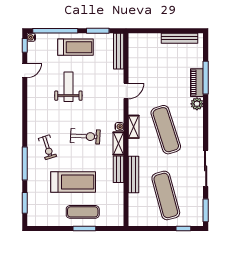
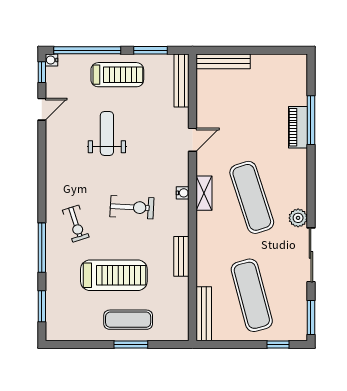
bench: (180, 38) -> (223, 61), moved
plant: (197, 104) -> (298, 218), moved
shelving: (118, 143) -> (181, 218), removed
bench: (134, 175) -> (204, 314), moved

